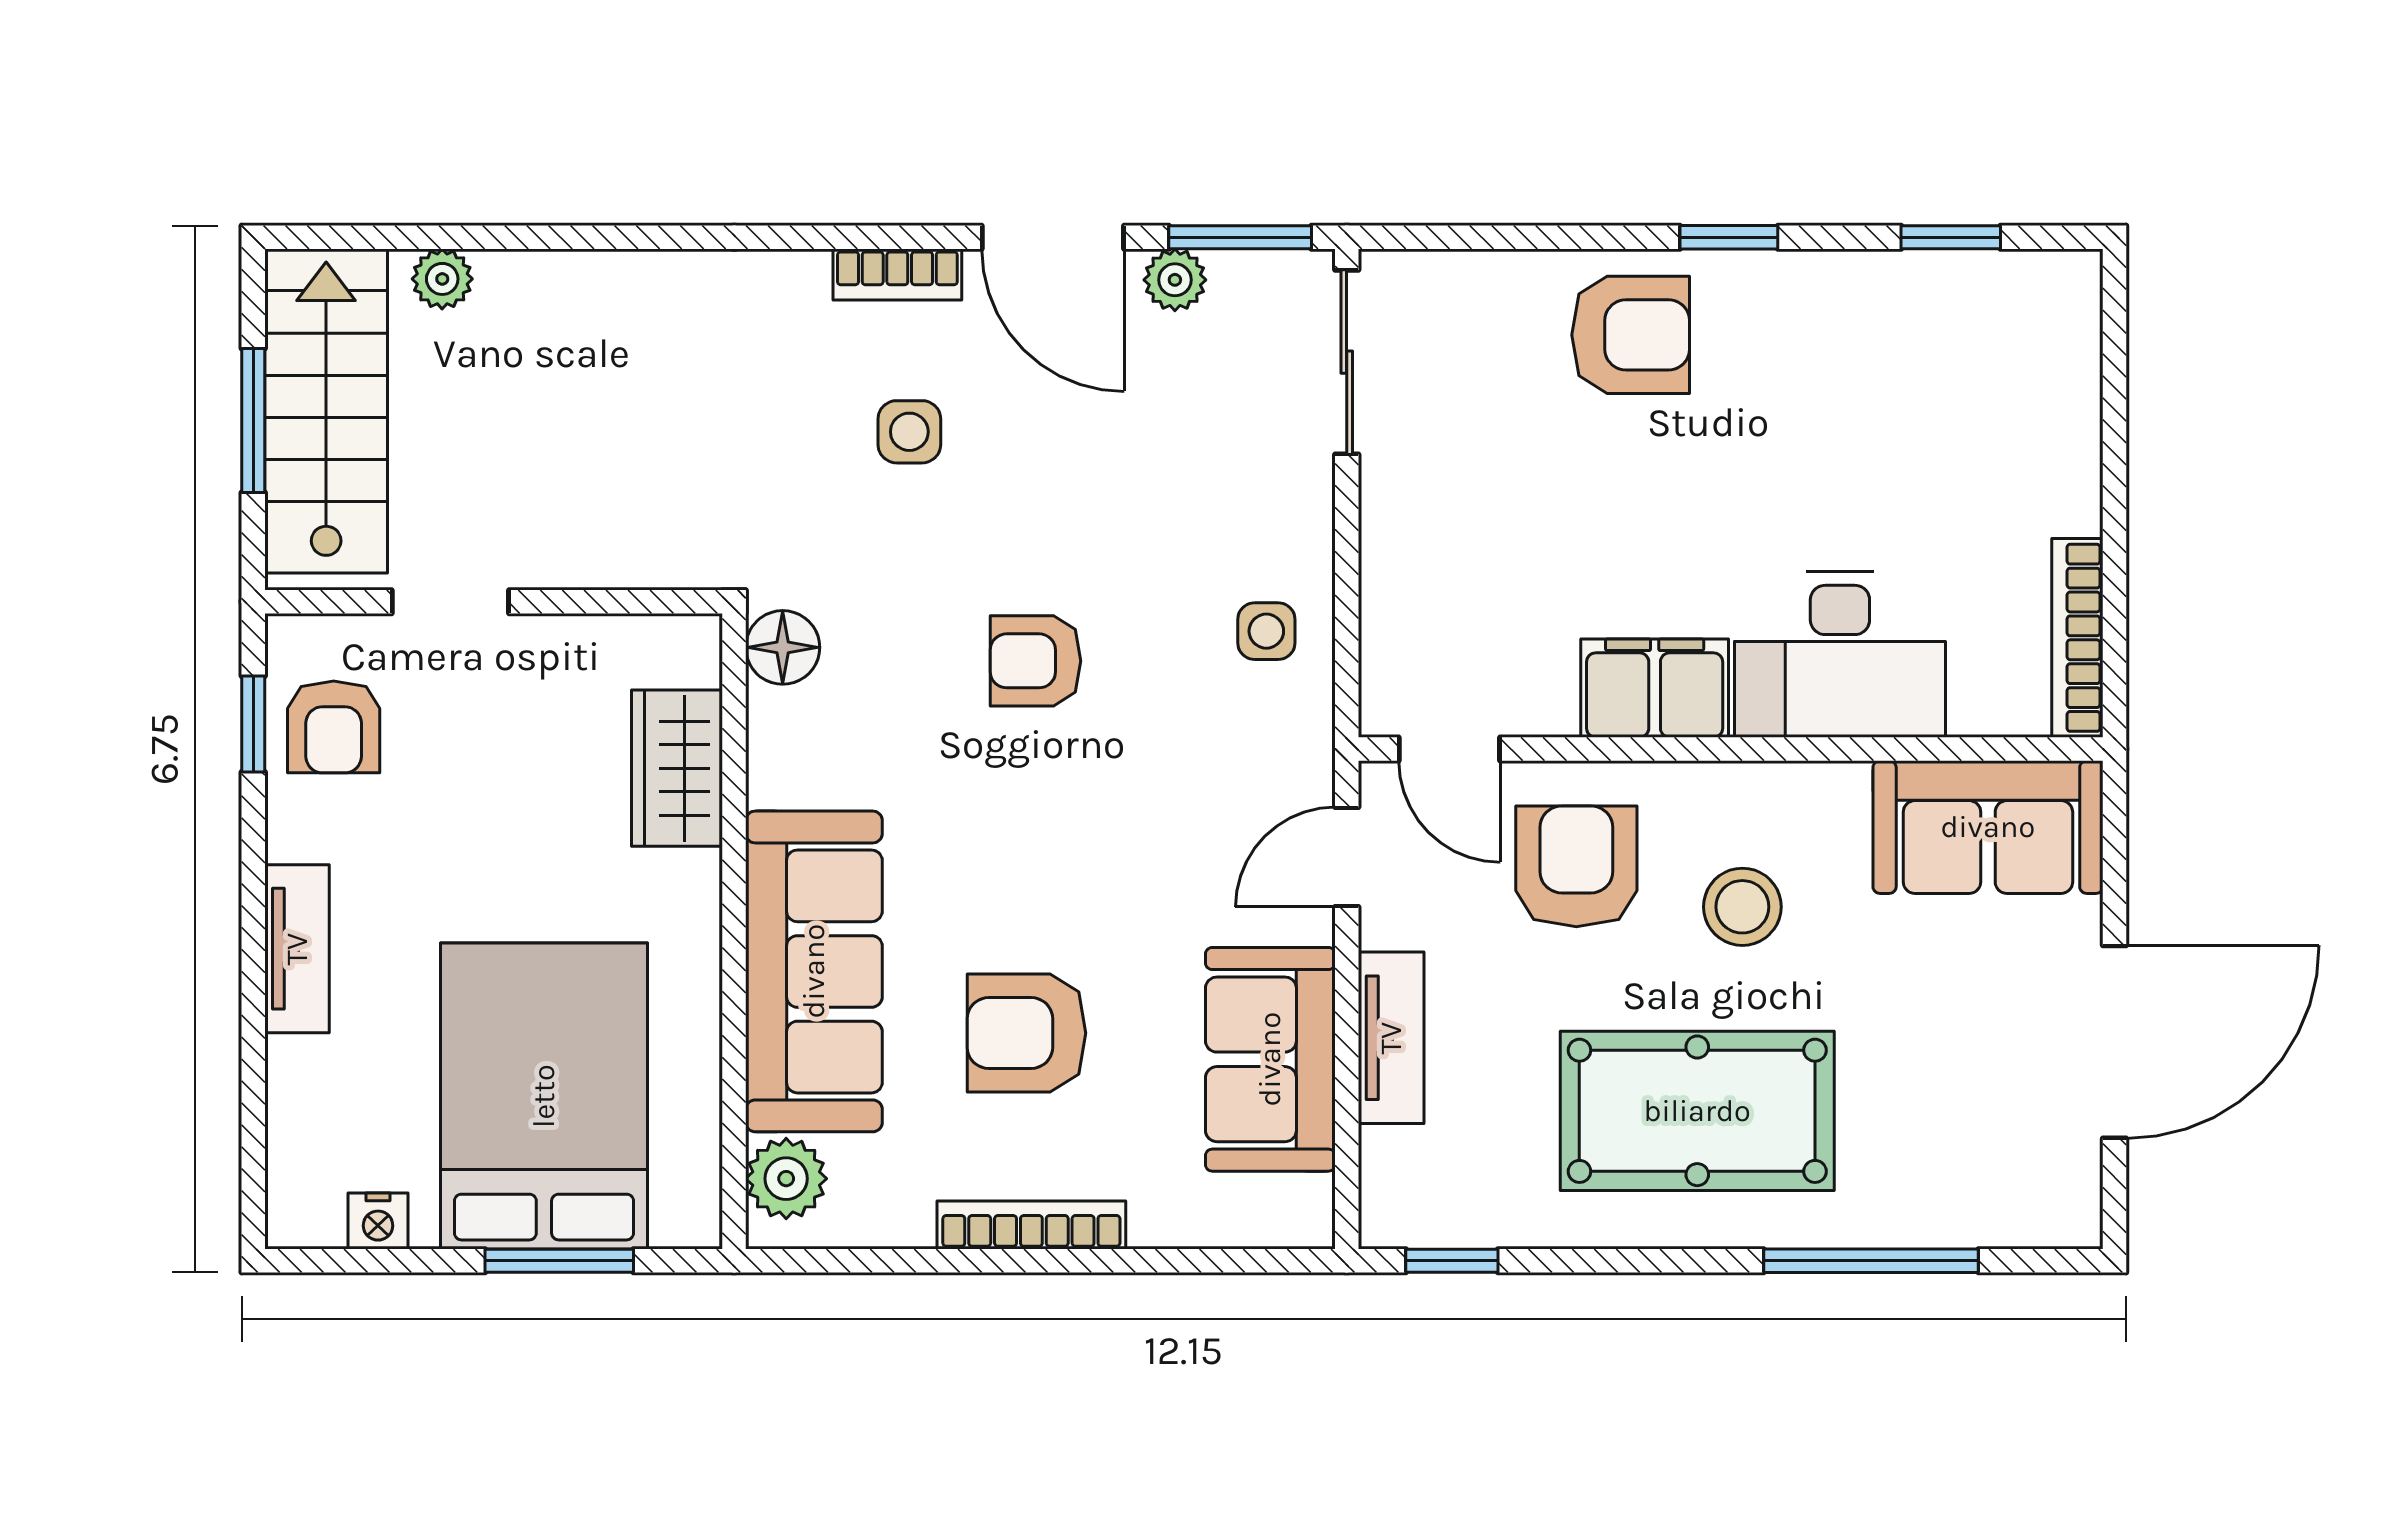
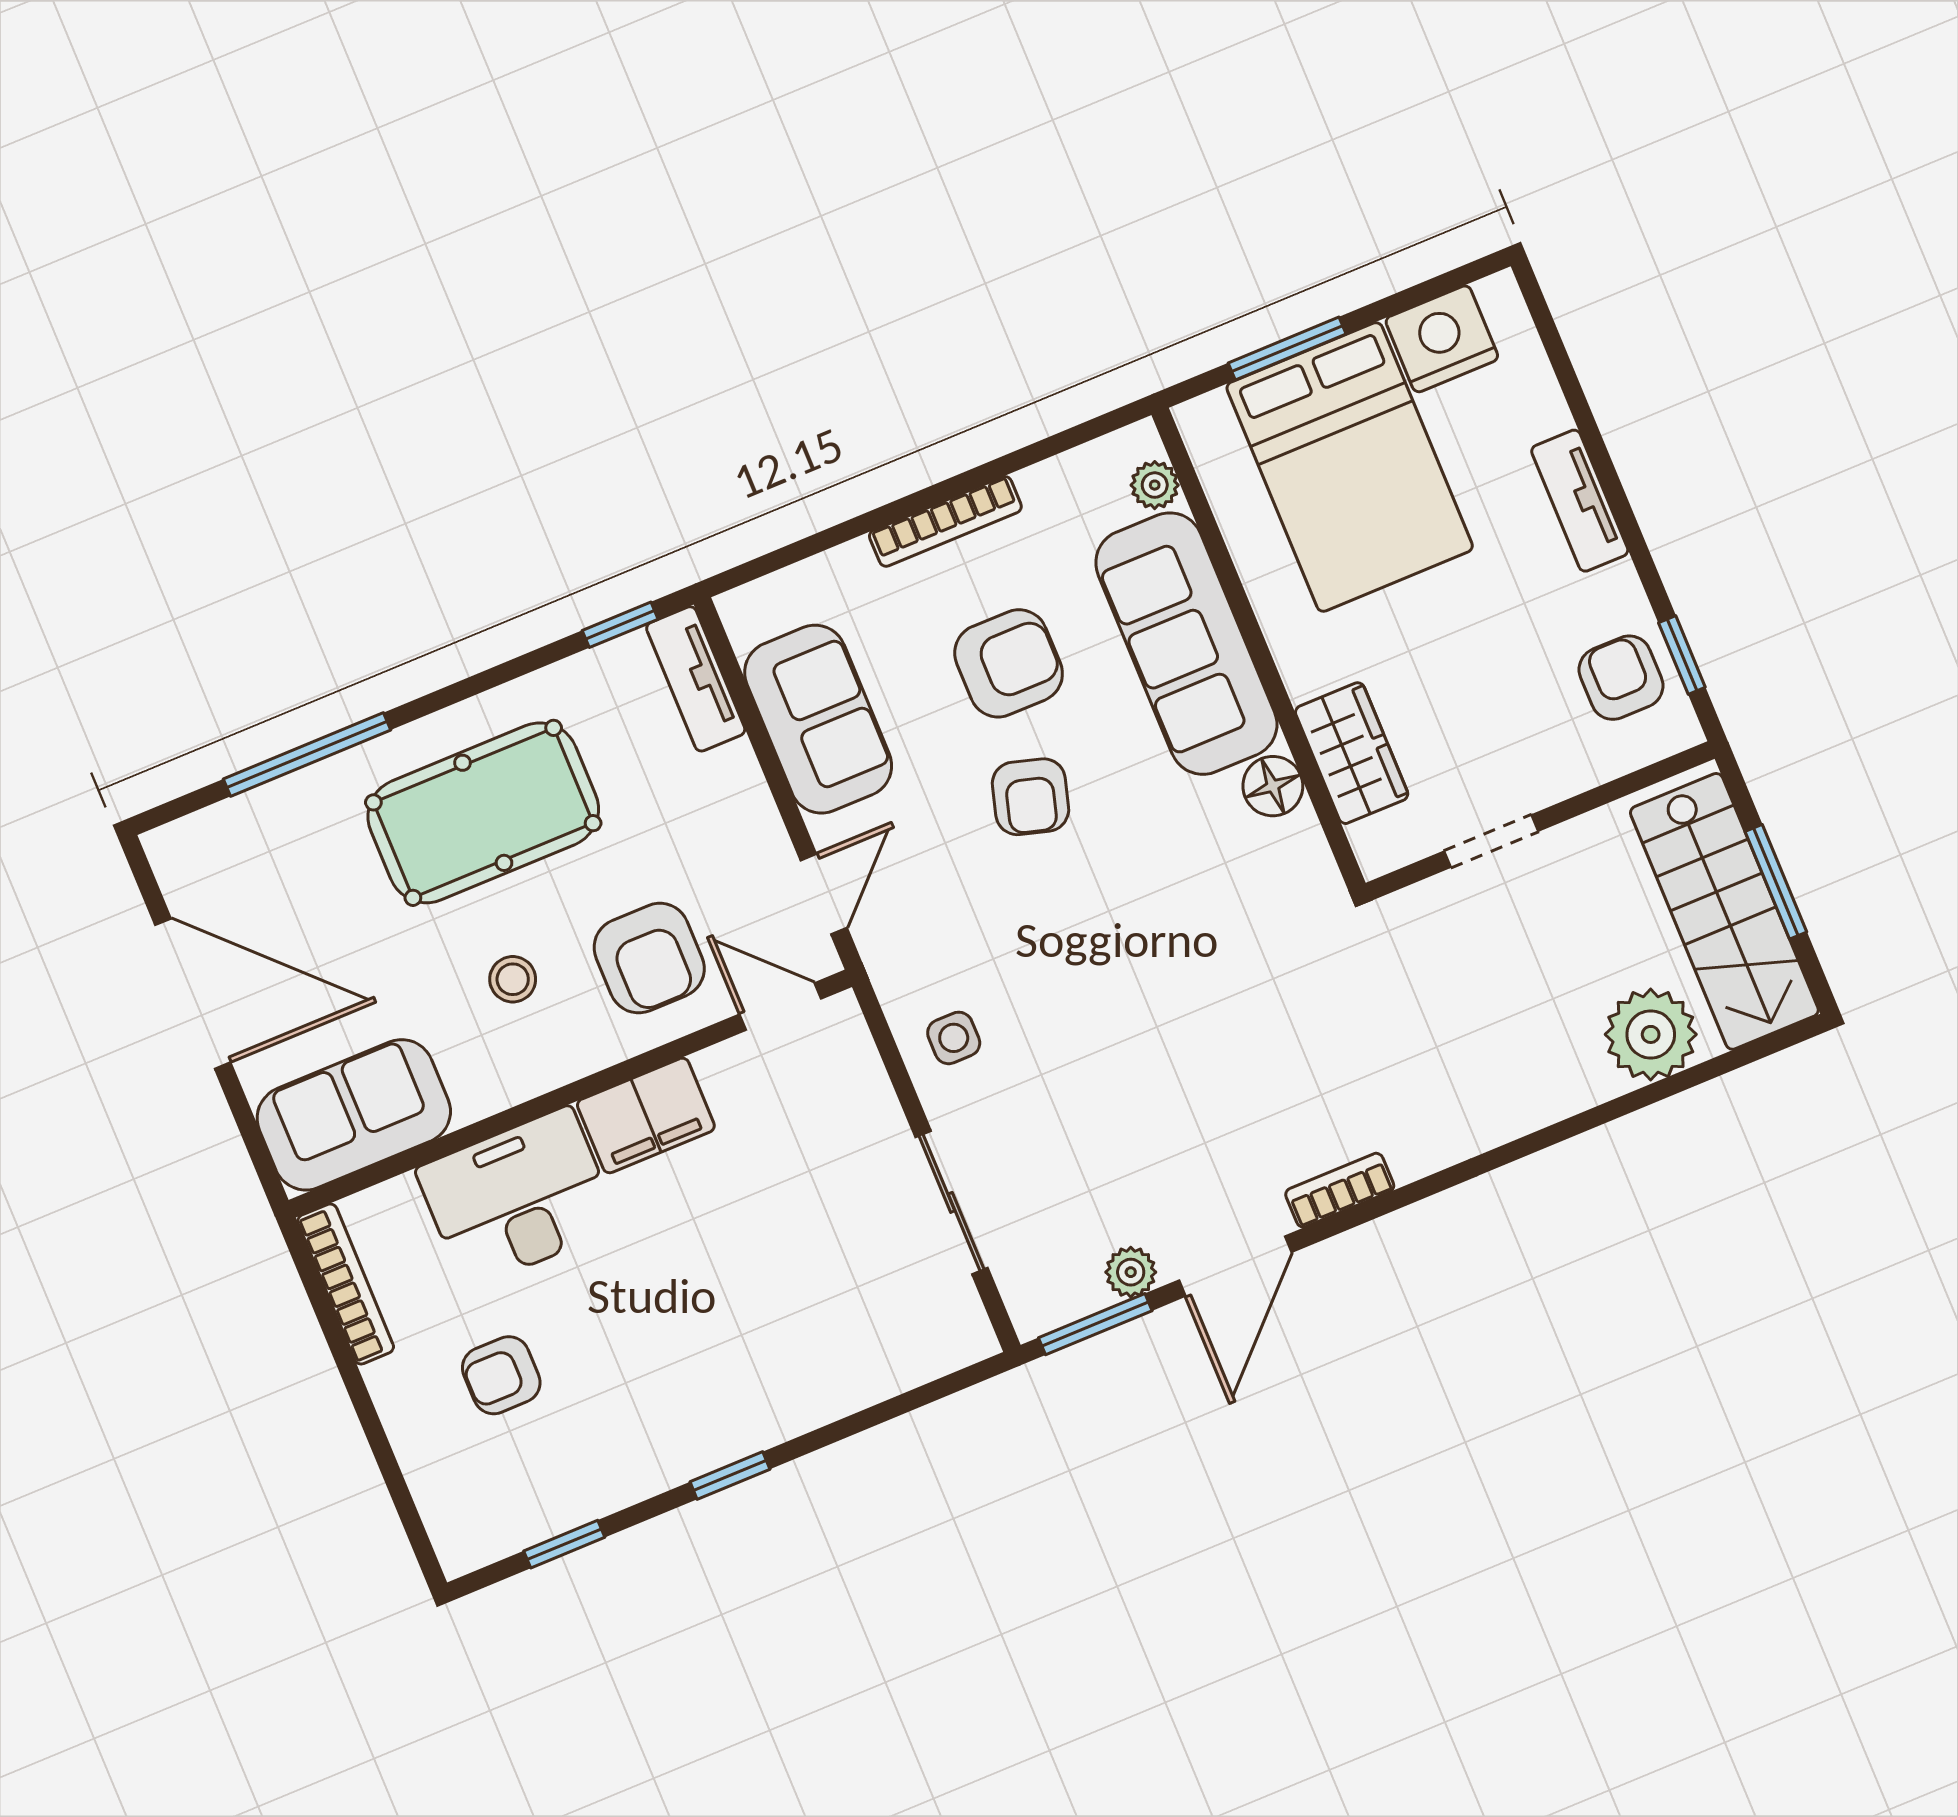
door: (1053, 237) -> (1235, 1266), swing flipped
plant: (442, 279) -> (1651, 1034), width x1.87, depth x1.87
armchair: (1631, 335) -> (501, 1375), moved, width x0.72, depth x0.72
sliding door: (1347, 362) -> (951, 1202), moved
side table: (909, 432) -> (1282, 1076), removed
doorway: (450, 602) -> (1491, 841), moved
floor lamp: (783, 647) -> (1273, 786), moved
armchair: (1035, 661) -> (1030, 797), moved, turned 106
stool: (1742, 907) -> (513, 979), width x0.73, depth x0.73
tv unit: (1391, 1038) -> (696, 679), moved
door: (2114, 1042) -> (193, 994), swing flipped
plant: (786, 1179) -> (1155, 485), width x0.73, depth x0.73
nightstand: (378, 1221) -> (1442, 339), width x1.89, depth x1.79

